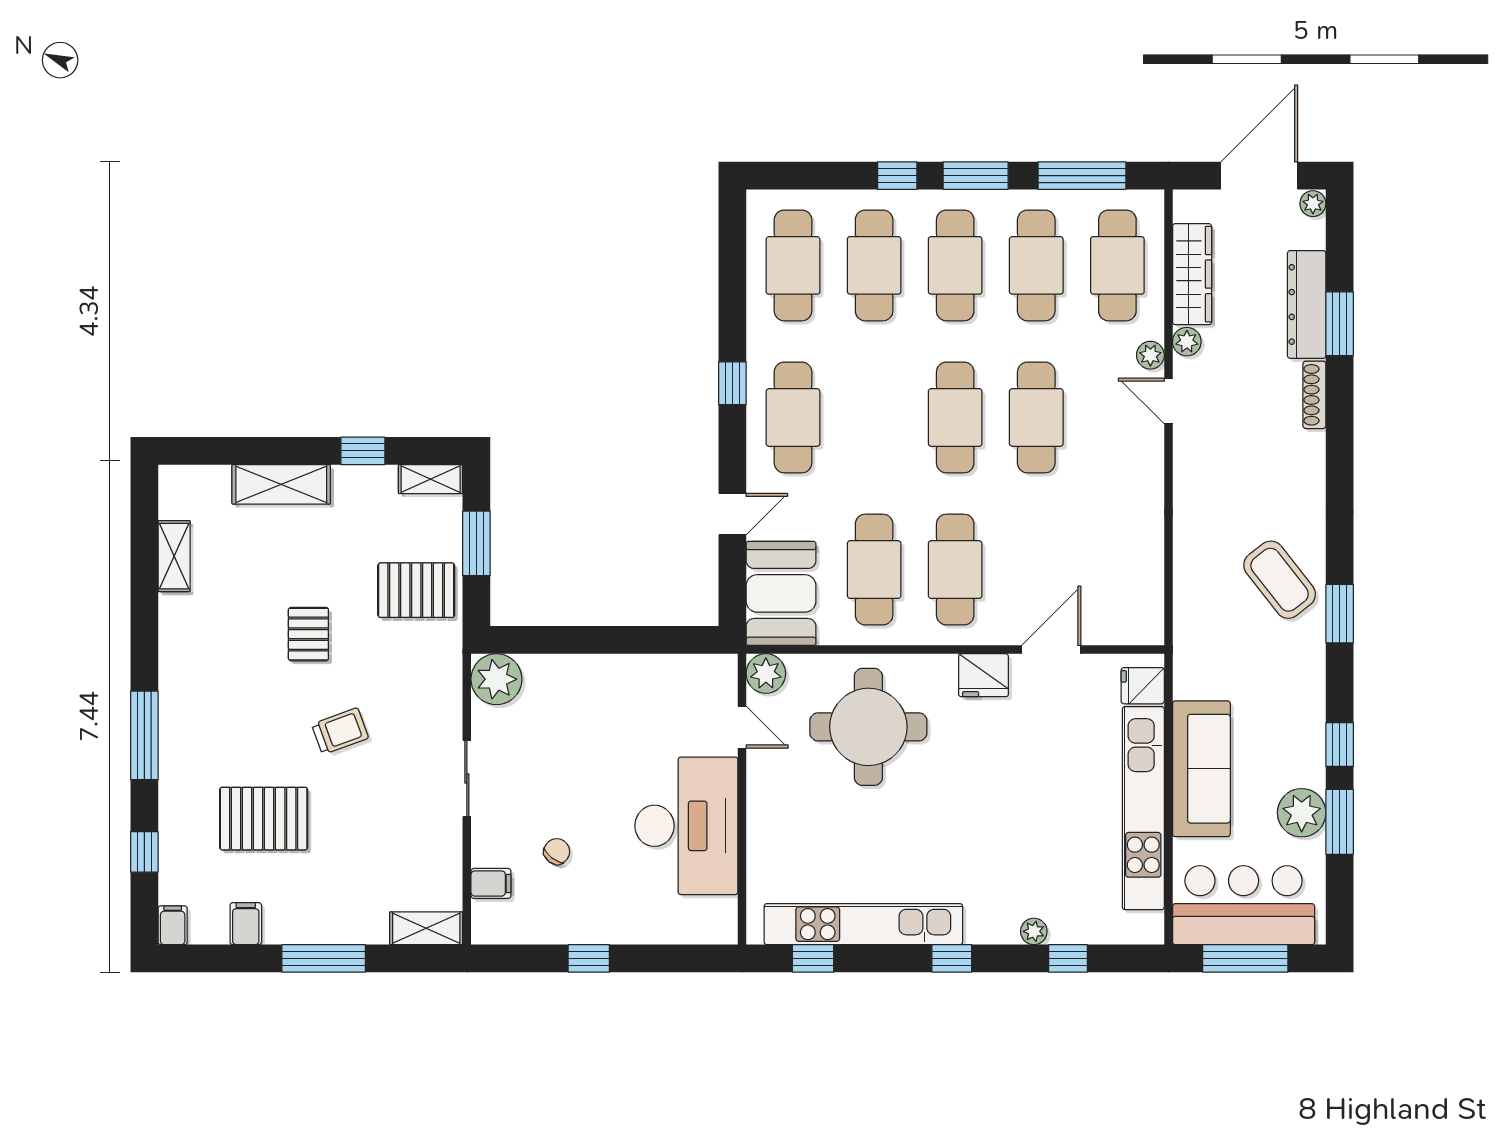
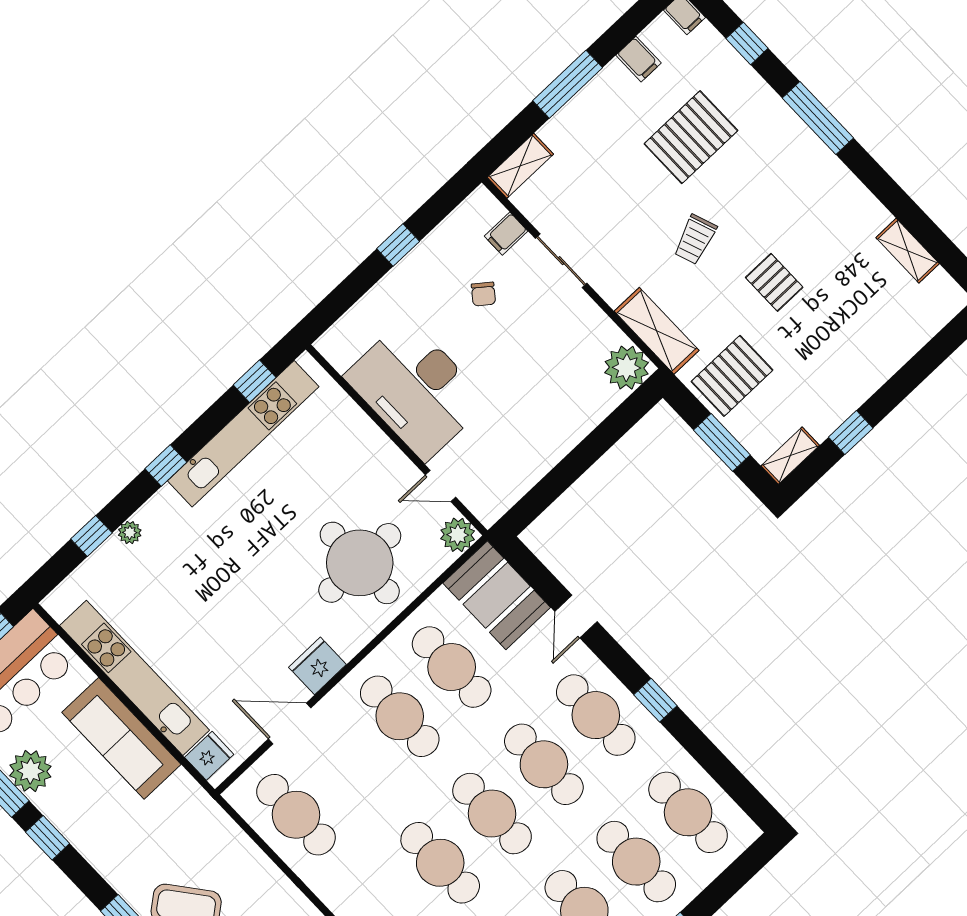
cafe table: (874, 417) -> (544, 764), added
shelving: (281, 484) -> (657, 331), moved, turned 90
cafe table: (1117, 570) -> (296, 815), added
door: (1051, 650) -> (290, 723), swing flipped
sliding door: (467, 778) -> (561, 261), moved

